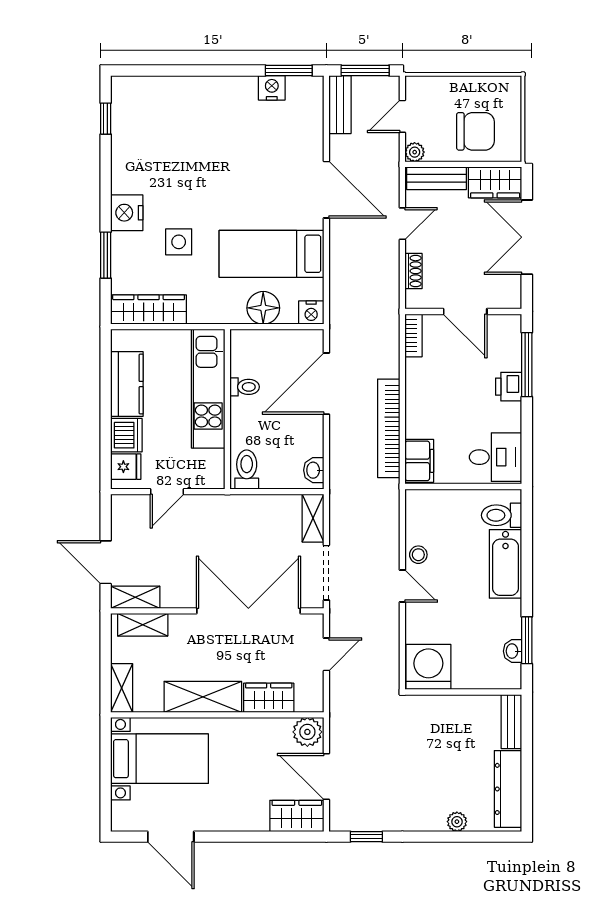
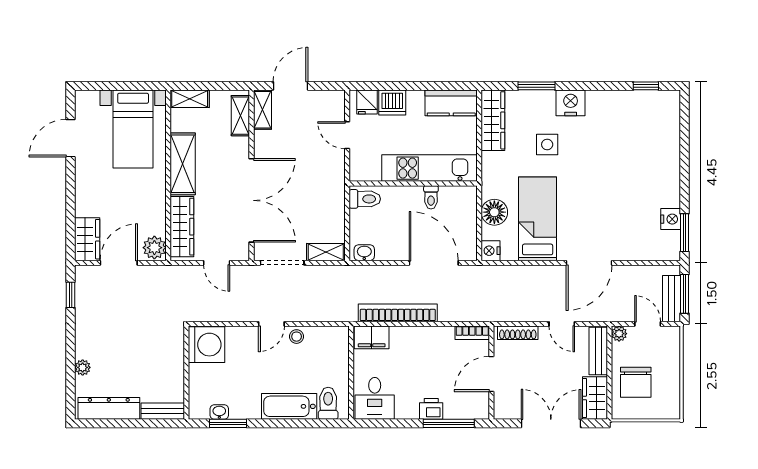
bench: (340, 105) -> (672, 299), moved, turned 90
shoe rack: (414, 271) -> (518, 333), width x1.43
kitchen counter: (127, 384) -> (451, 103), moved
wardrobe: (269, 698) -> (182, 227), width x1.50

